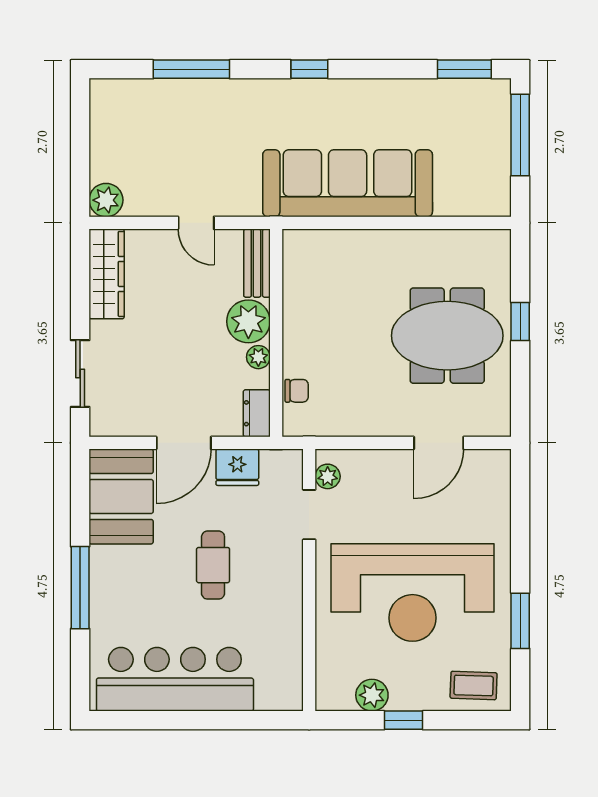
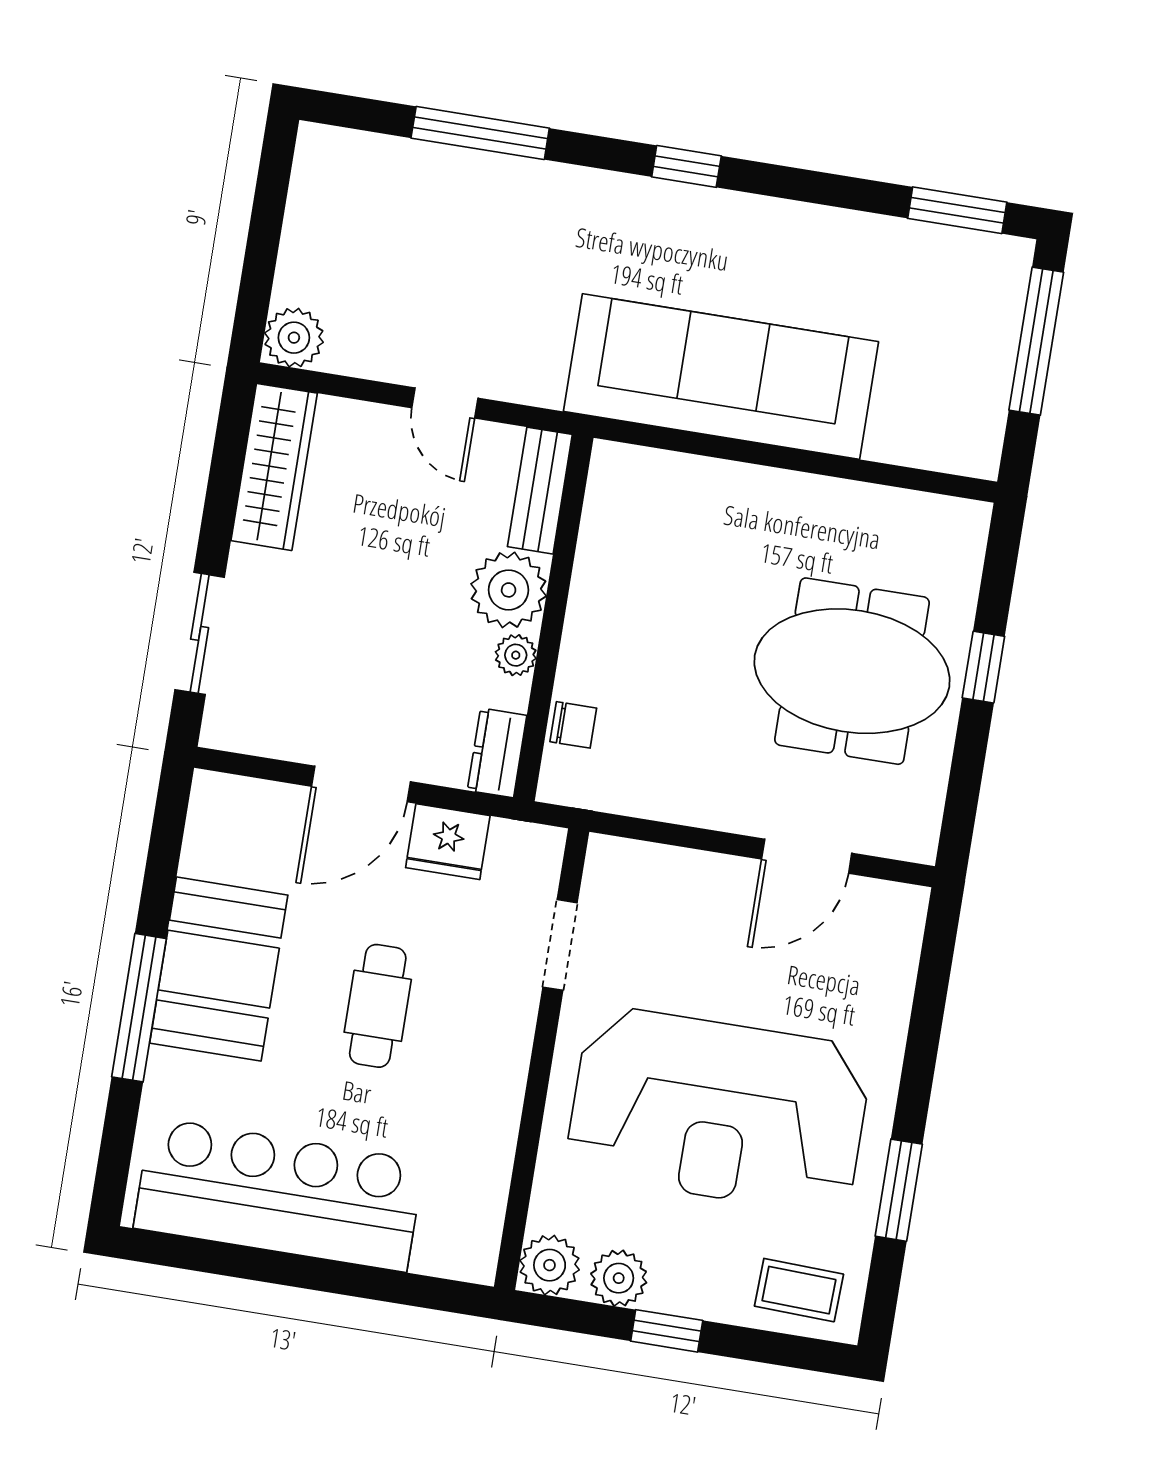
plant: (328, 476) -> (550, 1265), moved, width x1.38, depth x1.38
booth: (121, 496) -> (219, 969), moved

